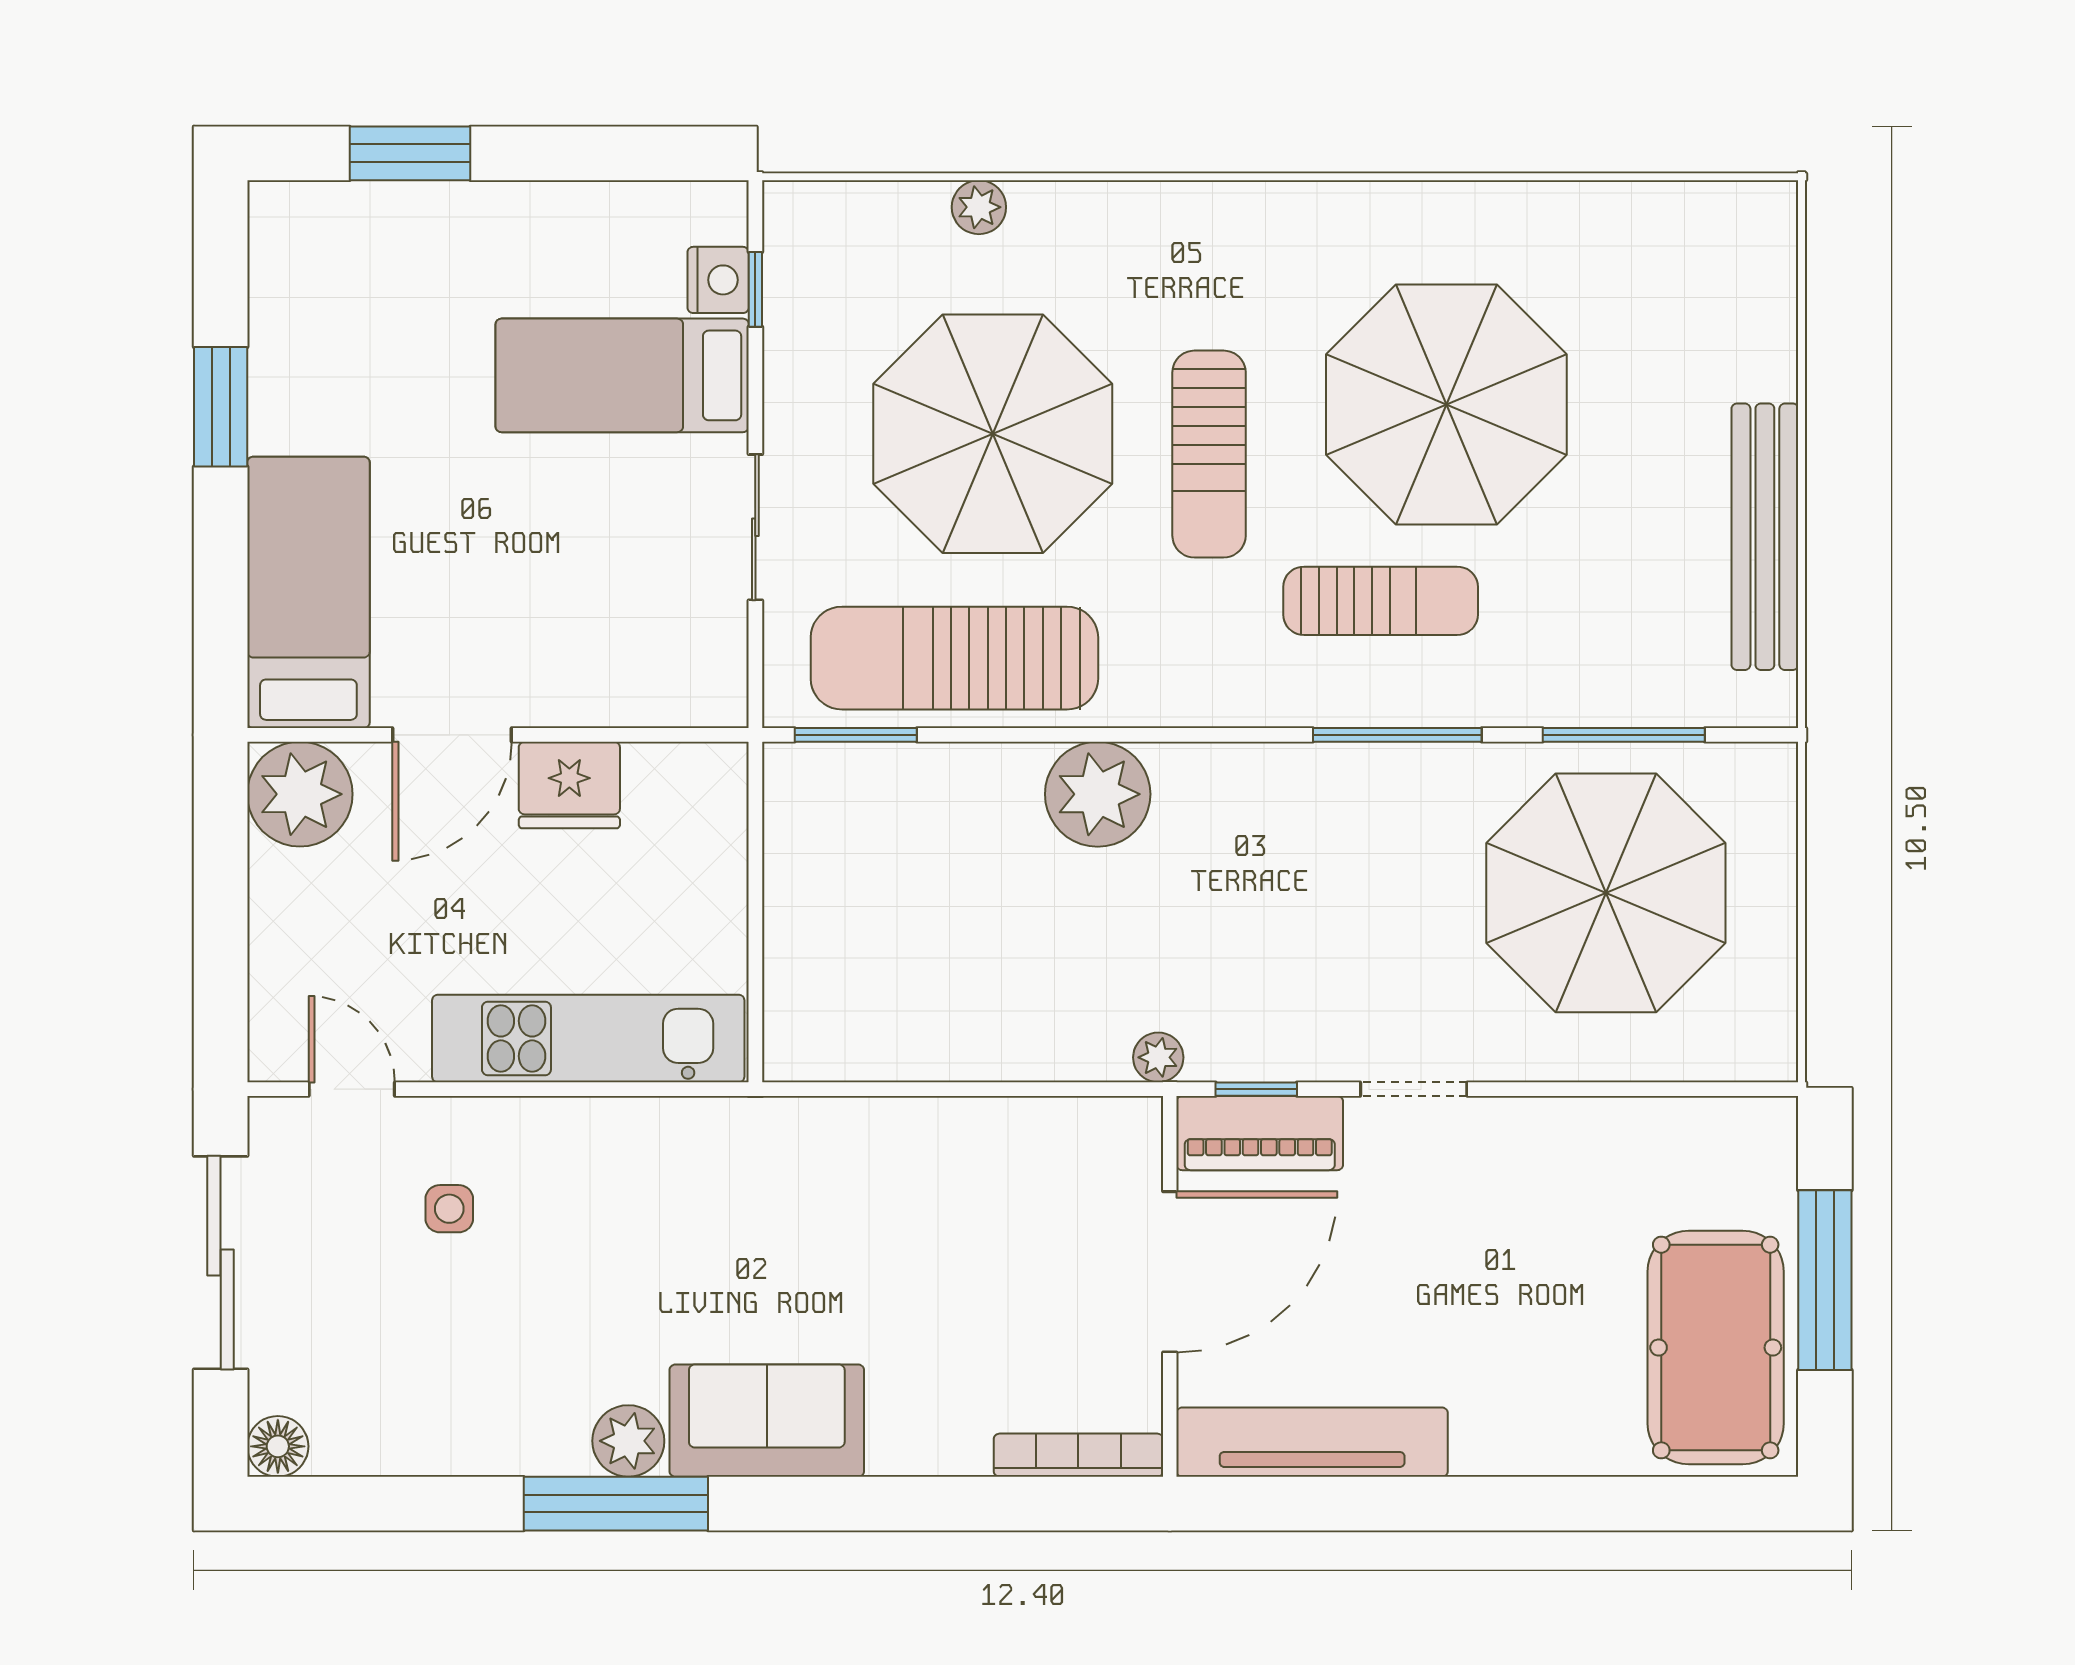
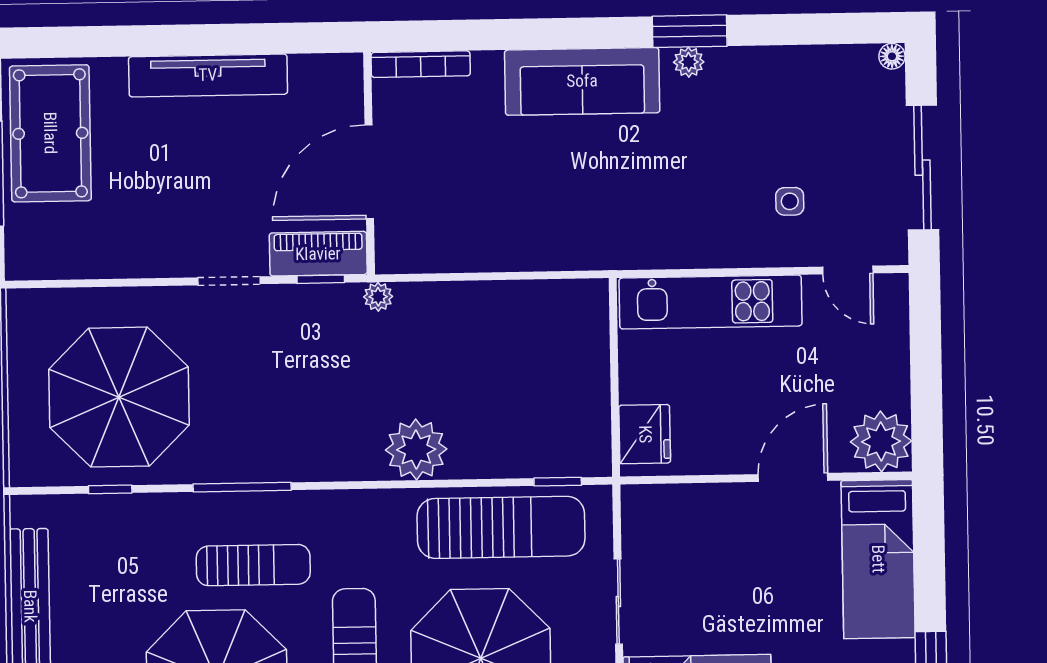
sun lounger: (1381, 601) -> (253, 565), turned 180
window: (856, 735) -> (558, 482), width x0.67
window: (1624, 735) -> (110, 489), width x0.46
fridge: (569, 785) -> (645, 434), moved, turned 90
sofa: (767, 1421) -> (582, 81), width x1.36
plant: (628, 1441) -> (689, 62), width x0.73, depth x0.73
tv unit: (1312, 1442) -> (208, 75), moved
floor lamp: (278, 1446) -> (892, 56), width x0.73, depth x0.73
window: (616, 1504) -> (690, 31), width x0.69

